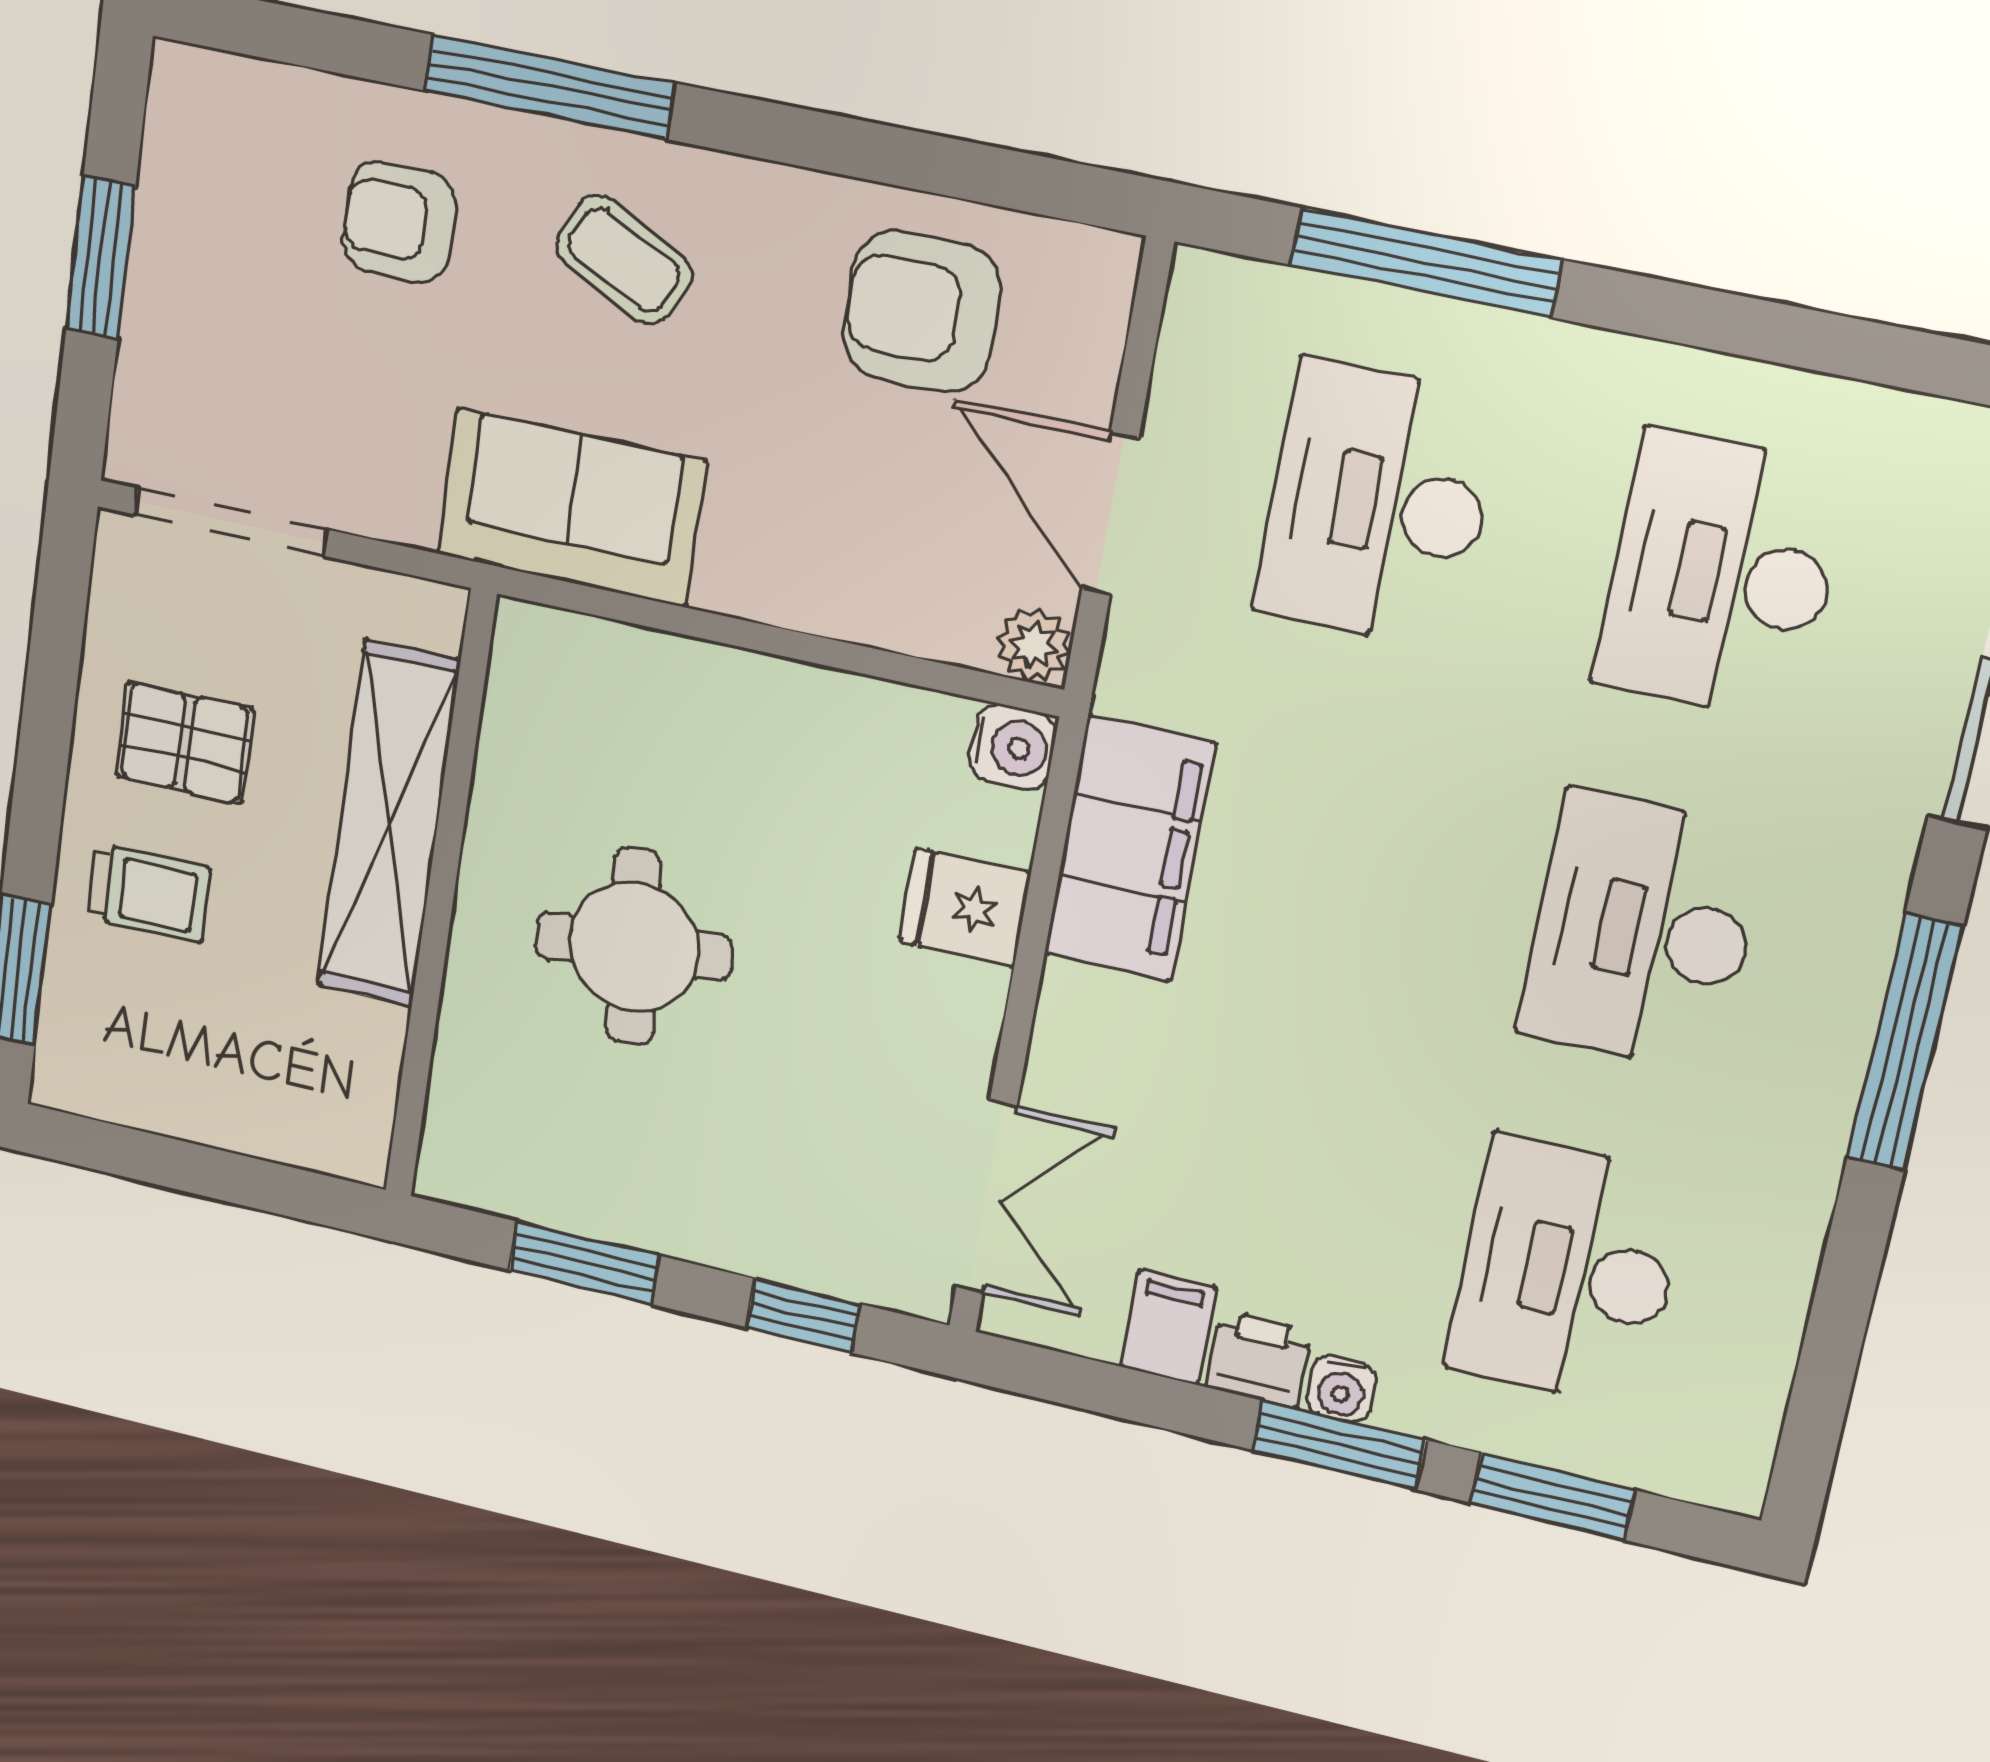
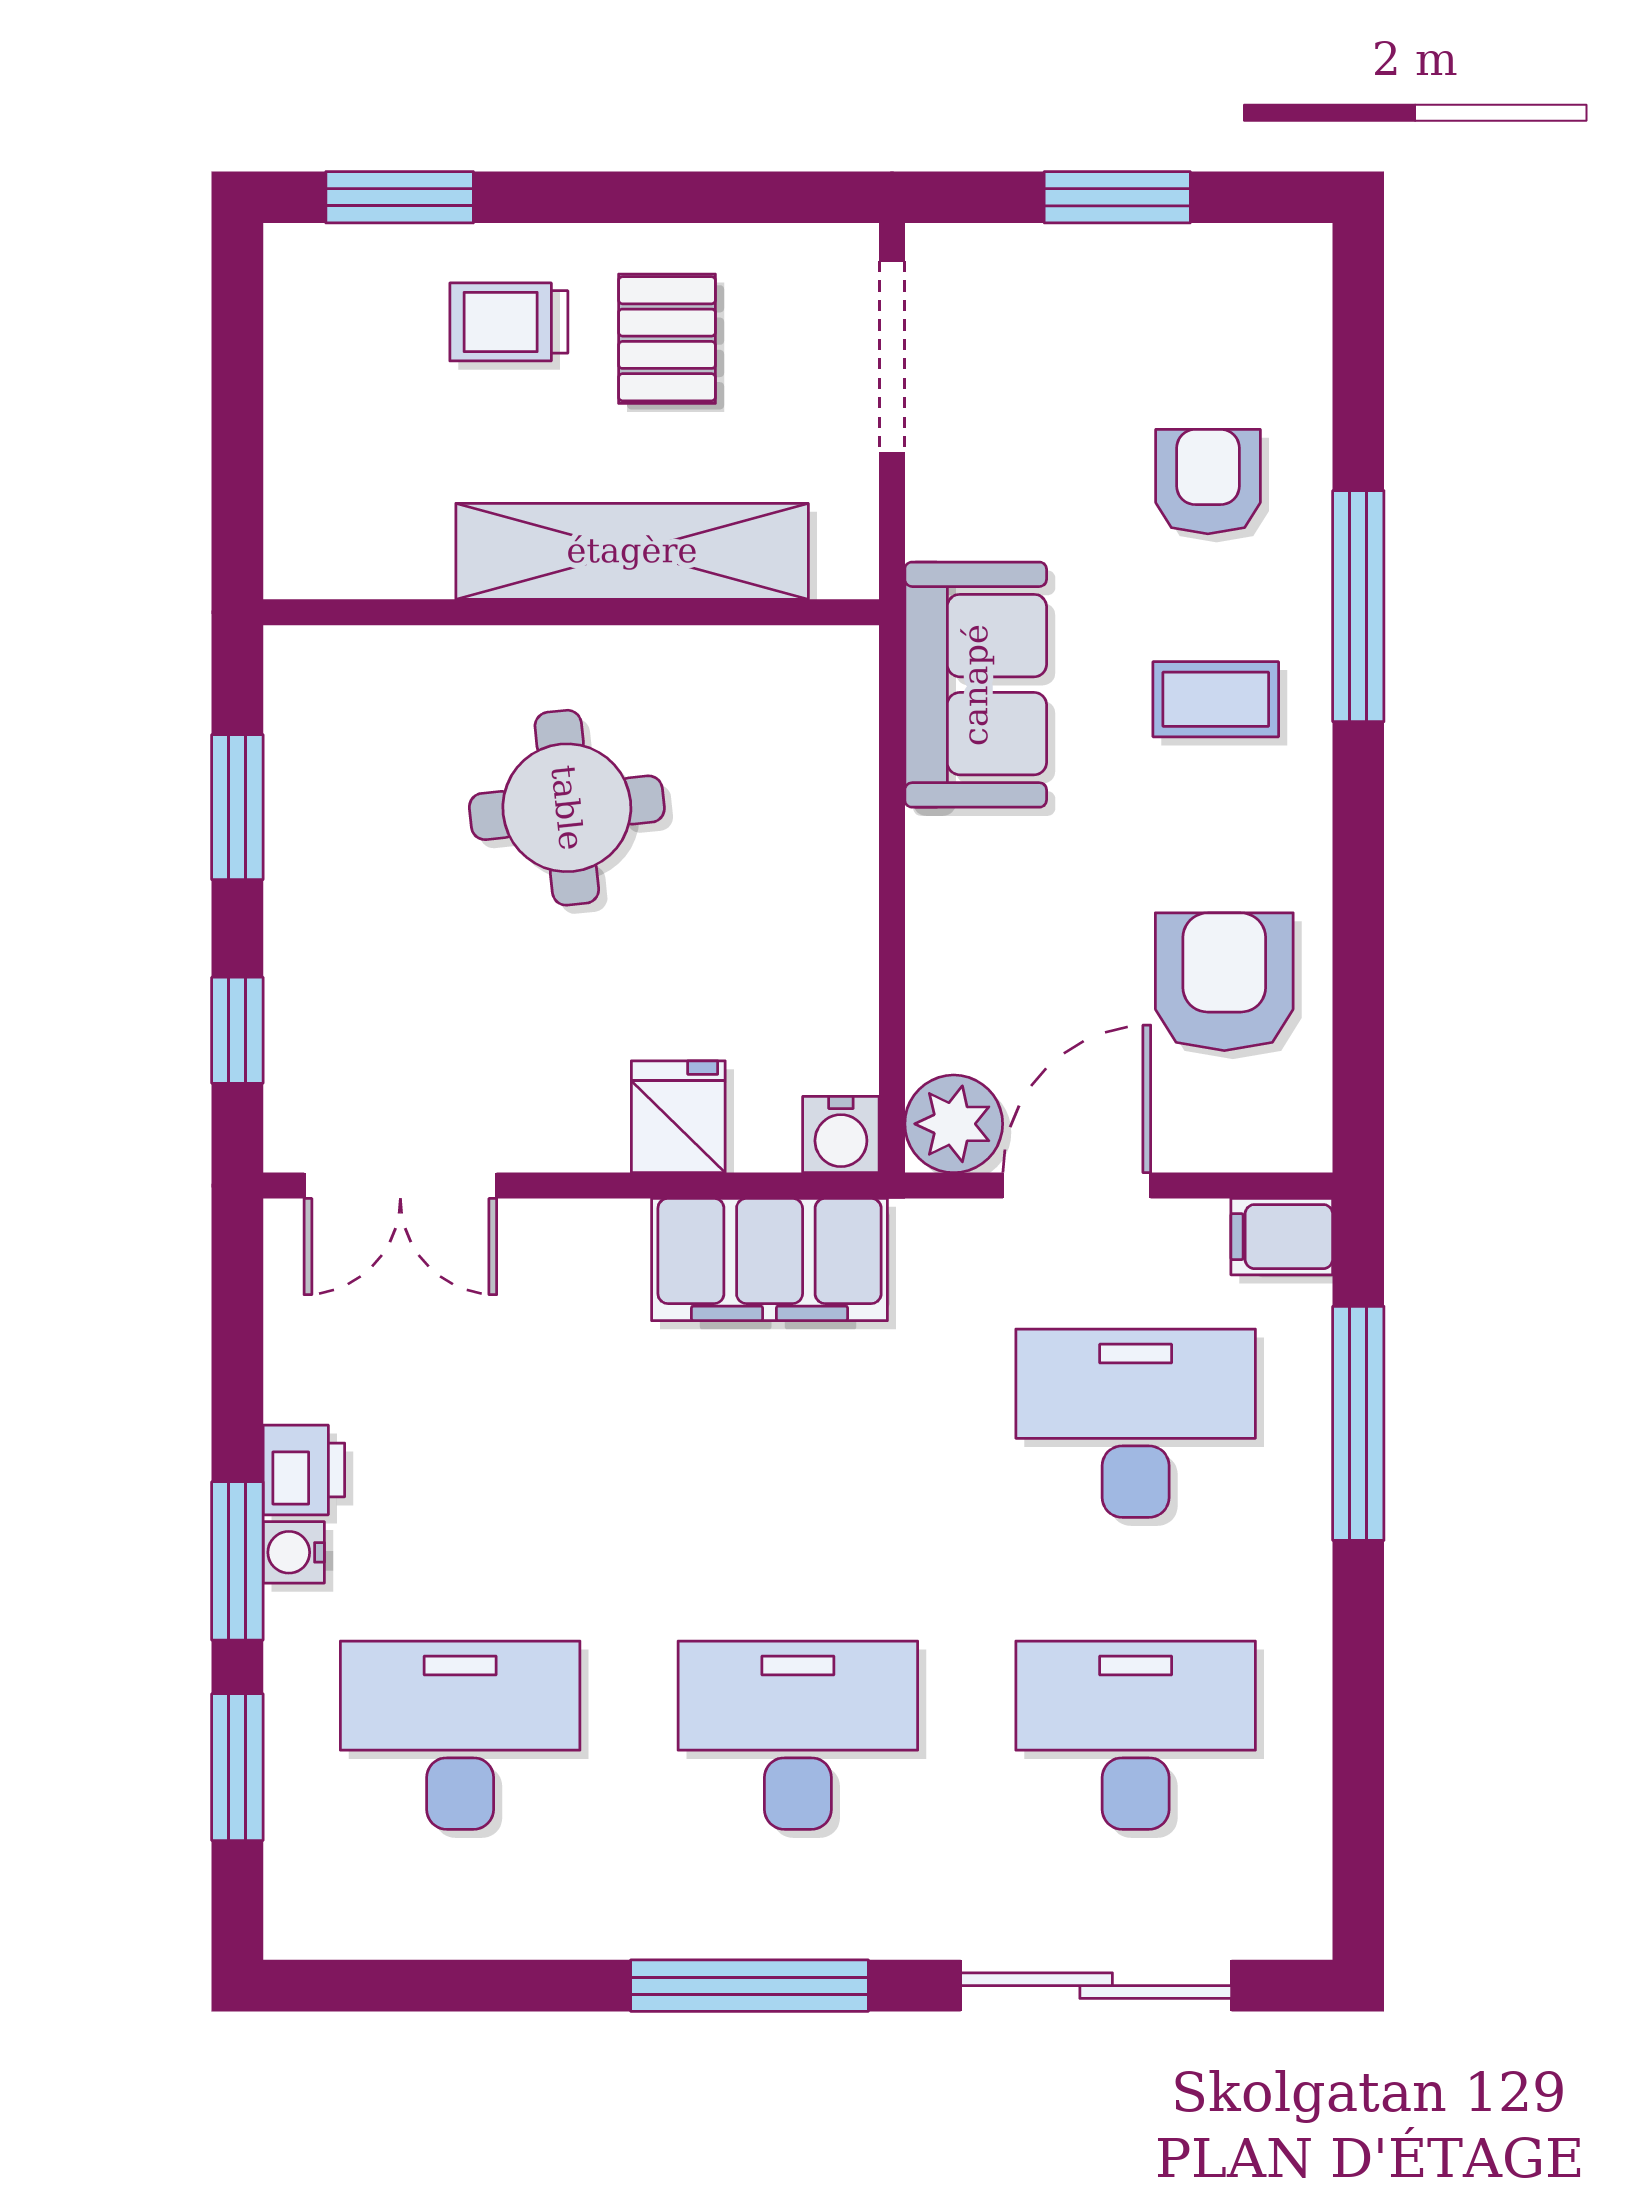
coffee table: (624, 260) -> (1216, 699), turned 63
plant: (1034, 645) -> (954, 1124), width x1.38, depth x1.38
trolley: (150, 893) -> (509, 322), turned 90
filing cabinet: (1168, 1327) -> (1282, 1237), moved, turned 180

